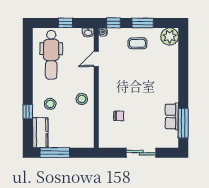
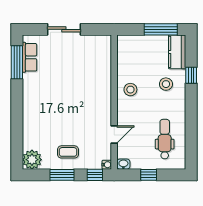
dental chair: (51, 55) -> (165, 139), width x0.73, depth x0.72
chair: (119, 116) -> (89, 71), removed
row of seats: (172, 116) -> (30, 57), moved

